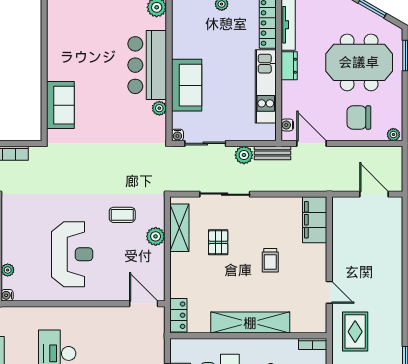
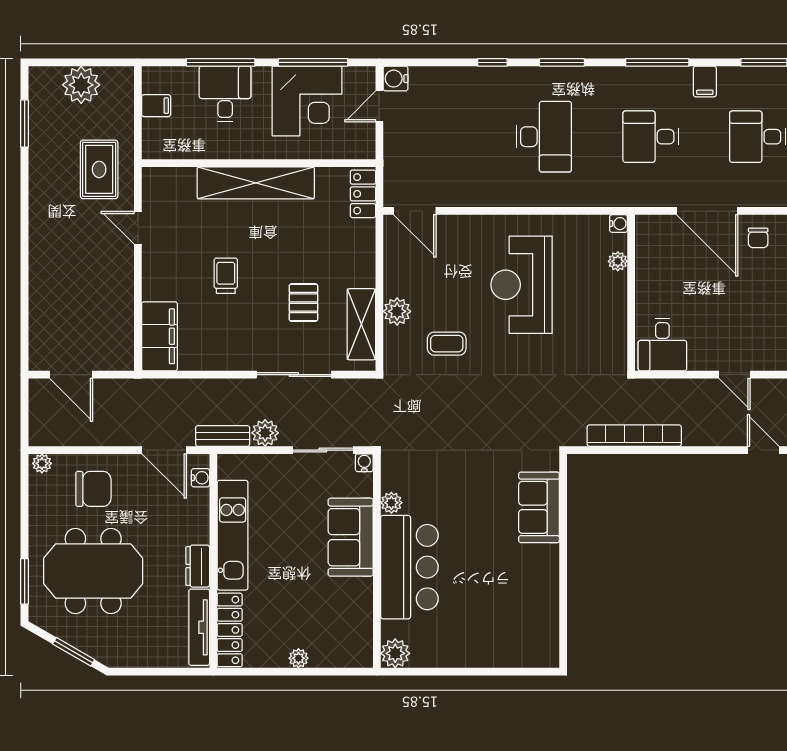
bookcase: (313, 344) -> (163, 151), removed

